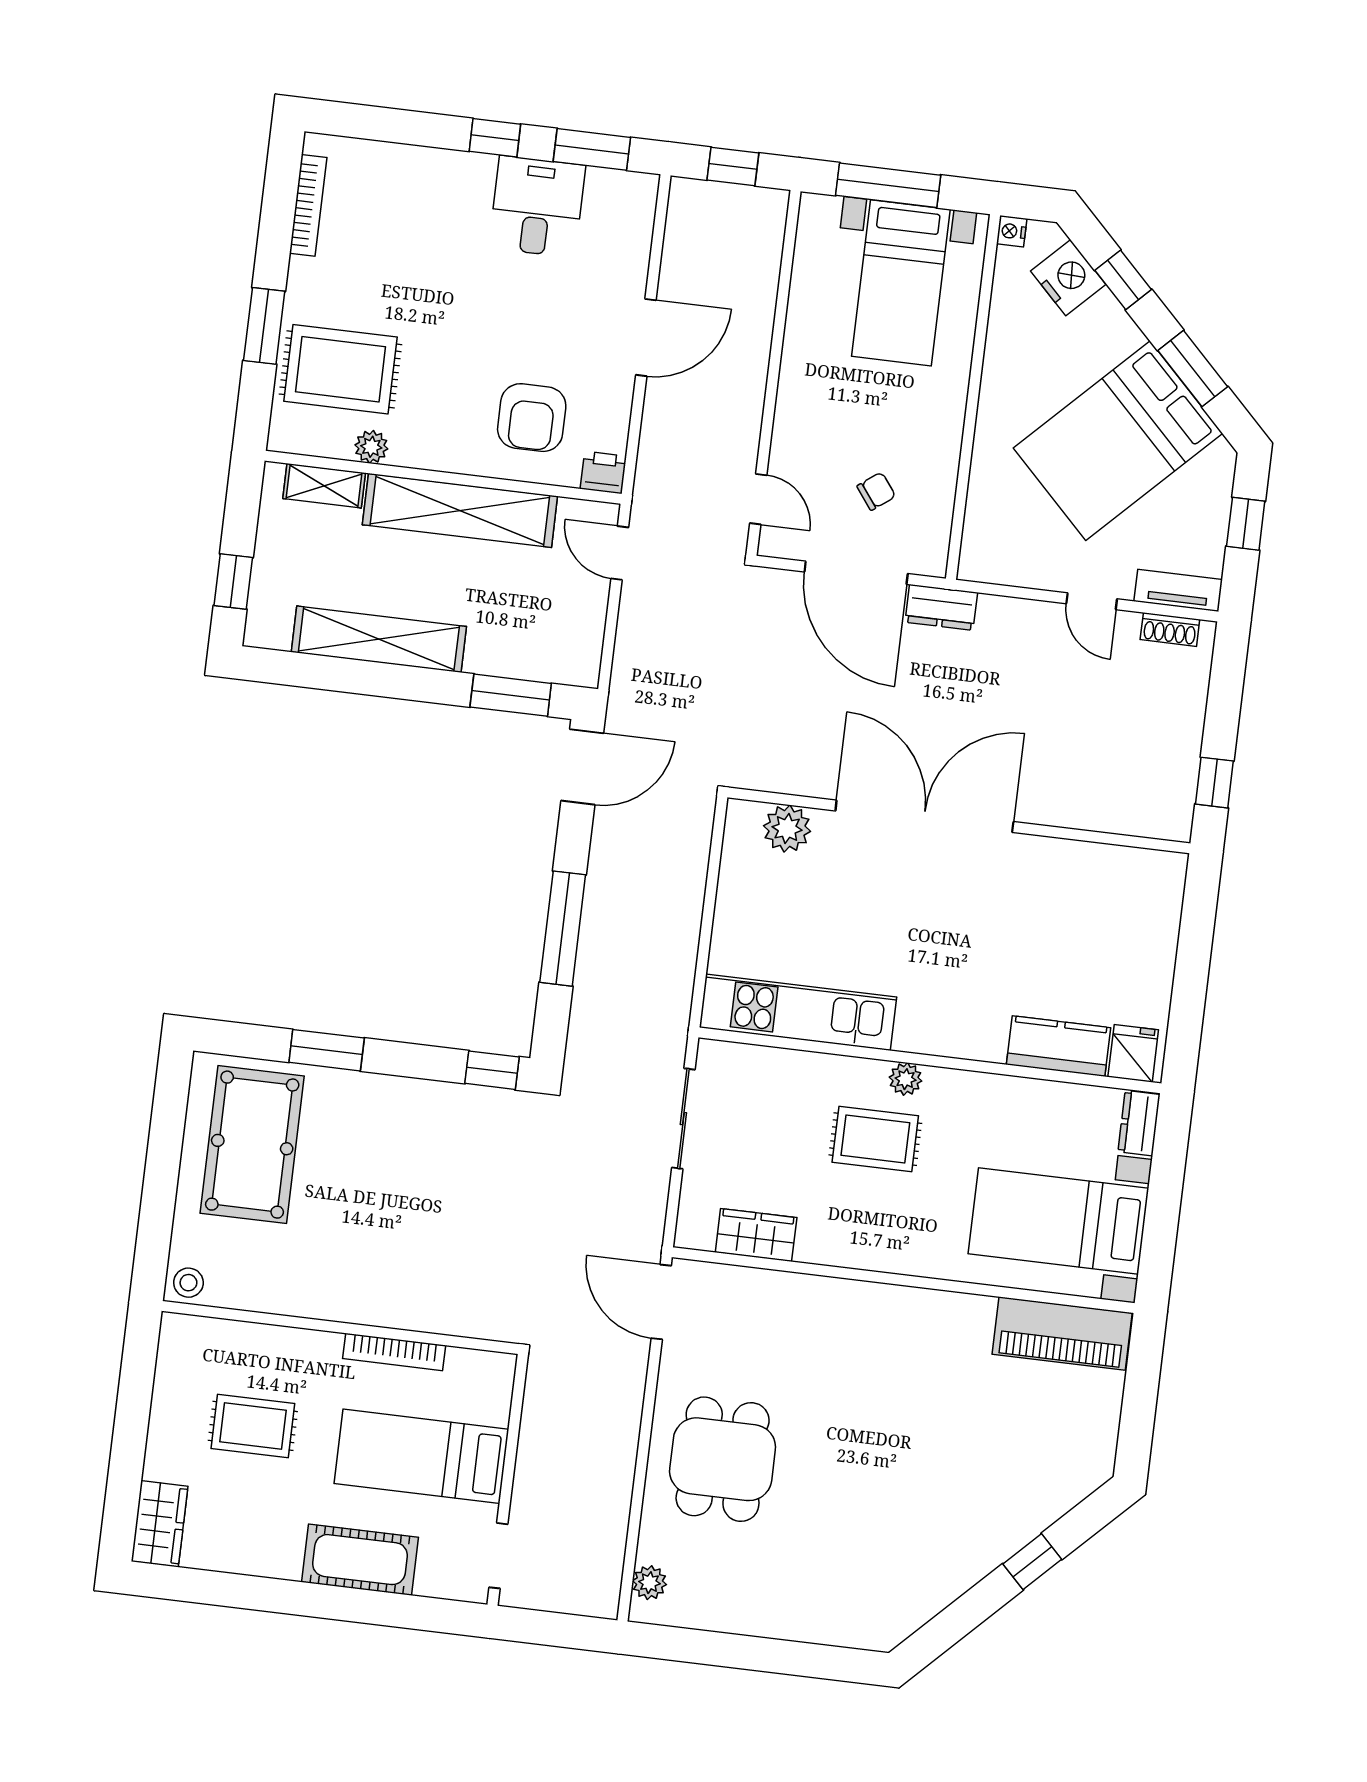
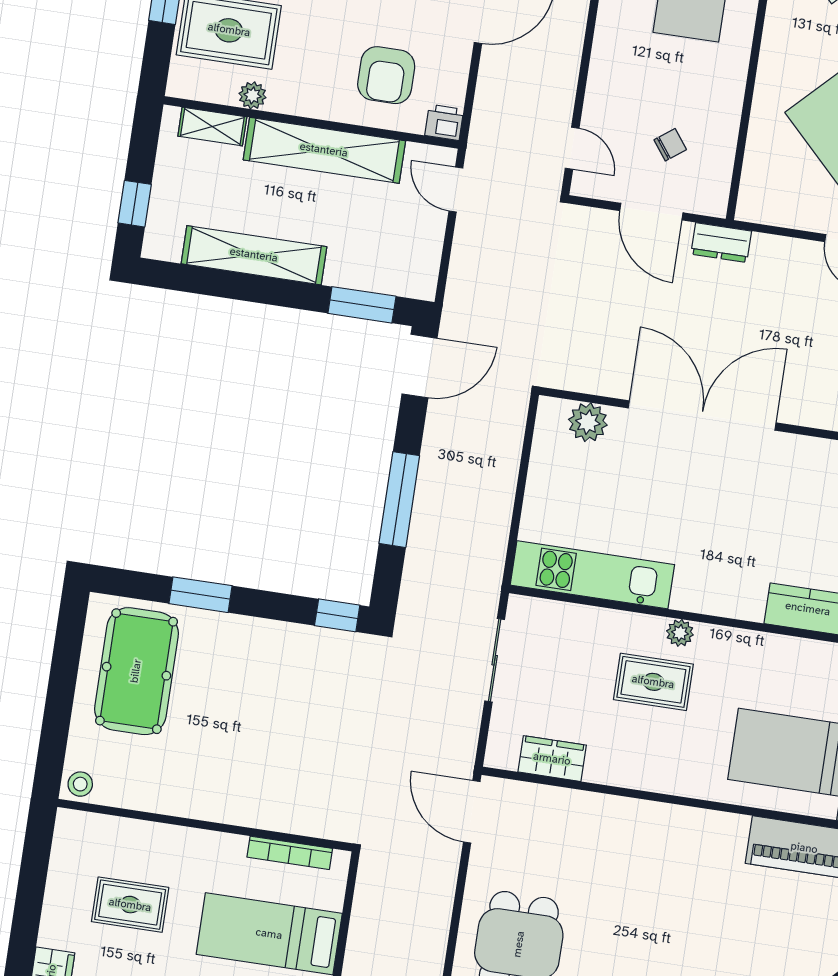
door: (856, 573) -> (651, 212), width x0.73
bookcase: (394, 1352) -> (290, 853), moved

